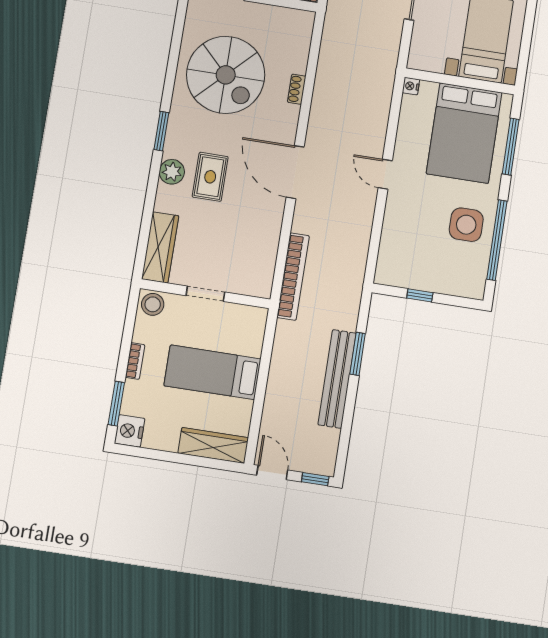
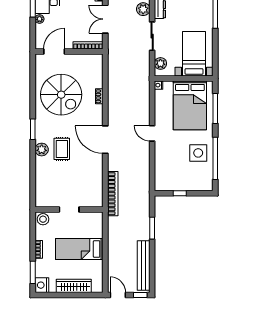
plant: (421, 46) -> (160, 63), added
wardrobe: (160, 247) -> (42, 189), removed
bench: (337, 379) -> (144, 265), moved
wardrobe: (213, 445) -> (74, 286), moved

